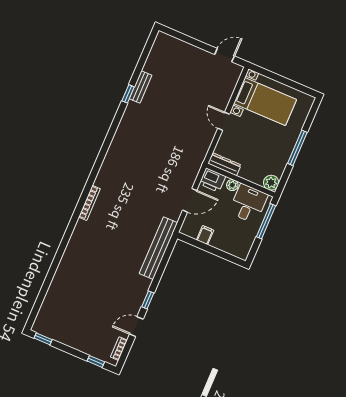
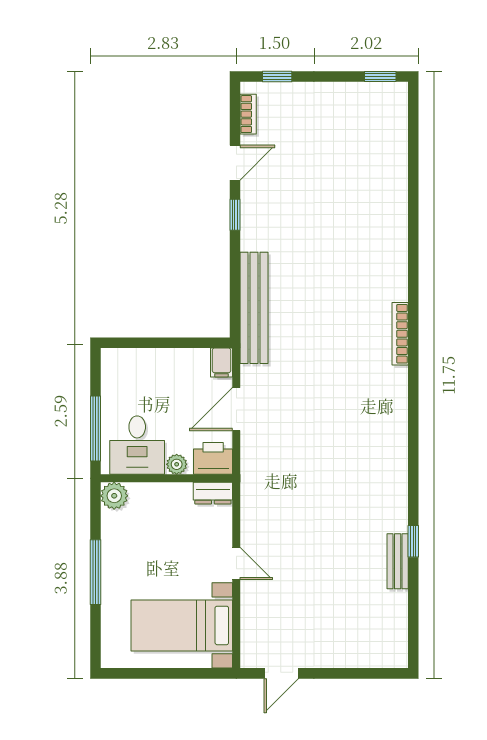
dresser: (224, 164) -> (213, 493), width x0.70
filing cabinet: (205, 235) -> (221, 362), moved

